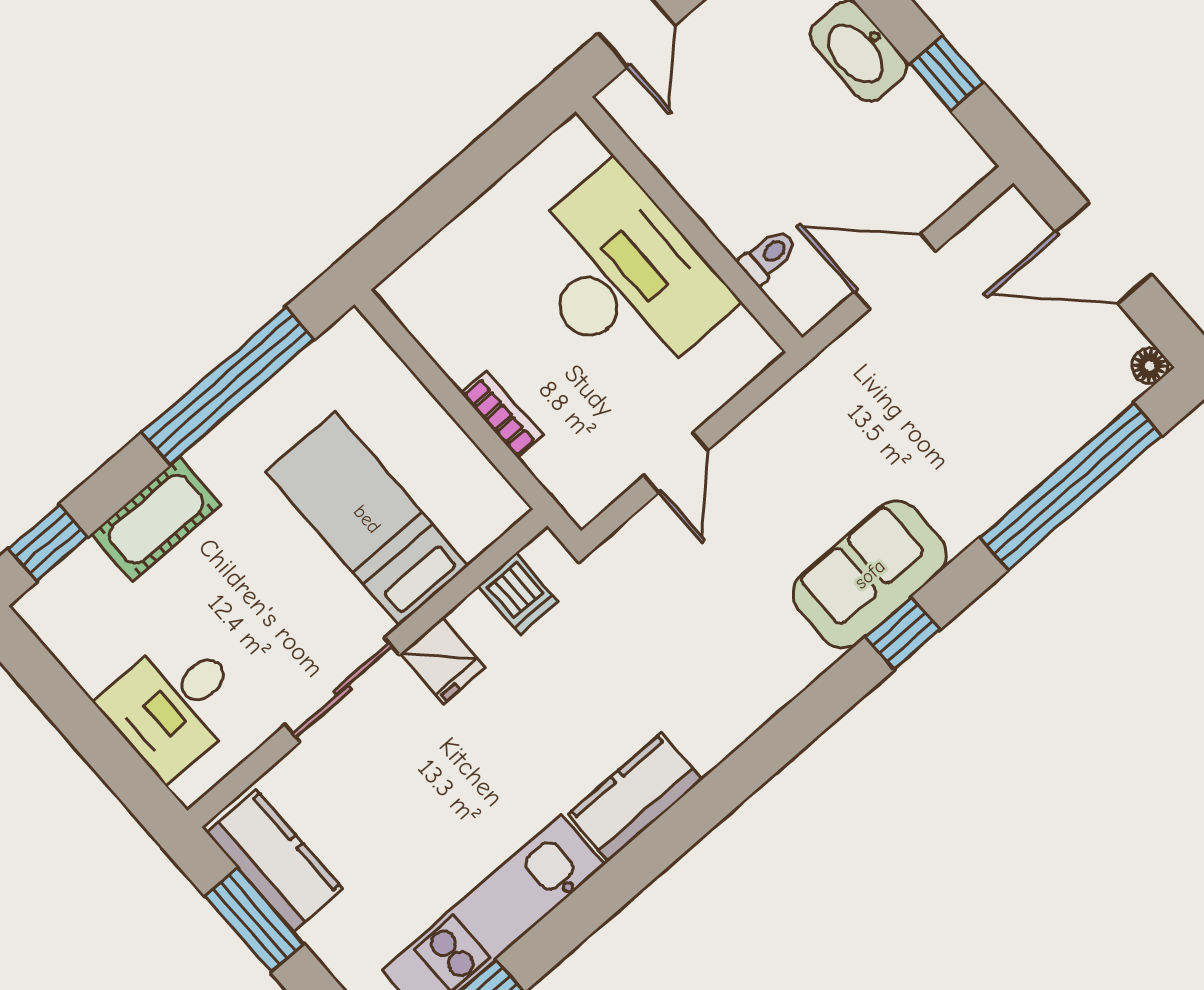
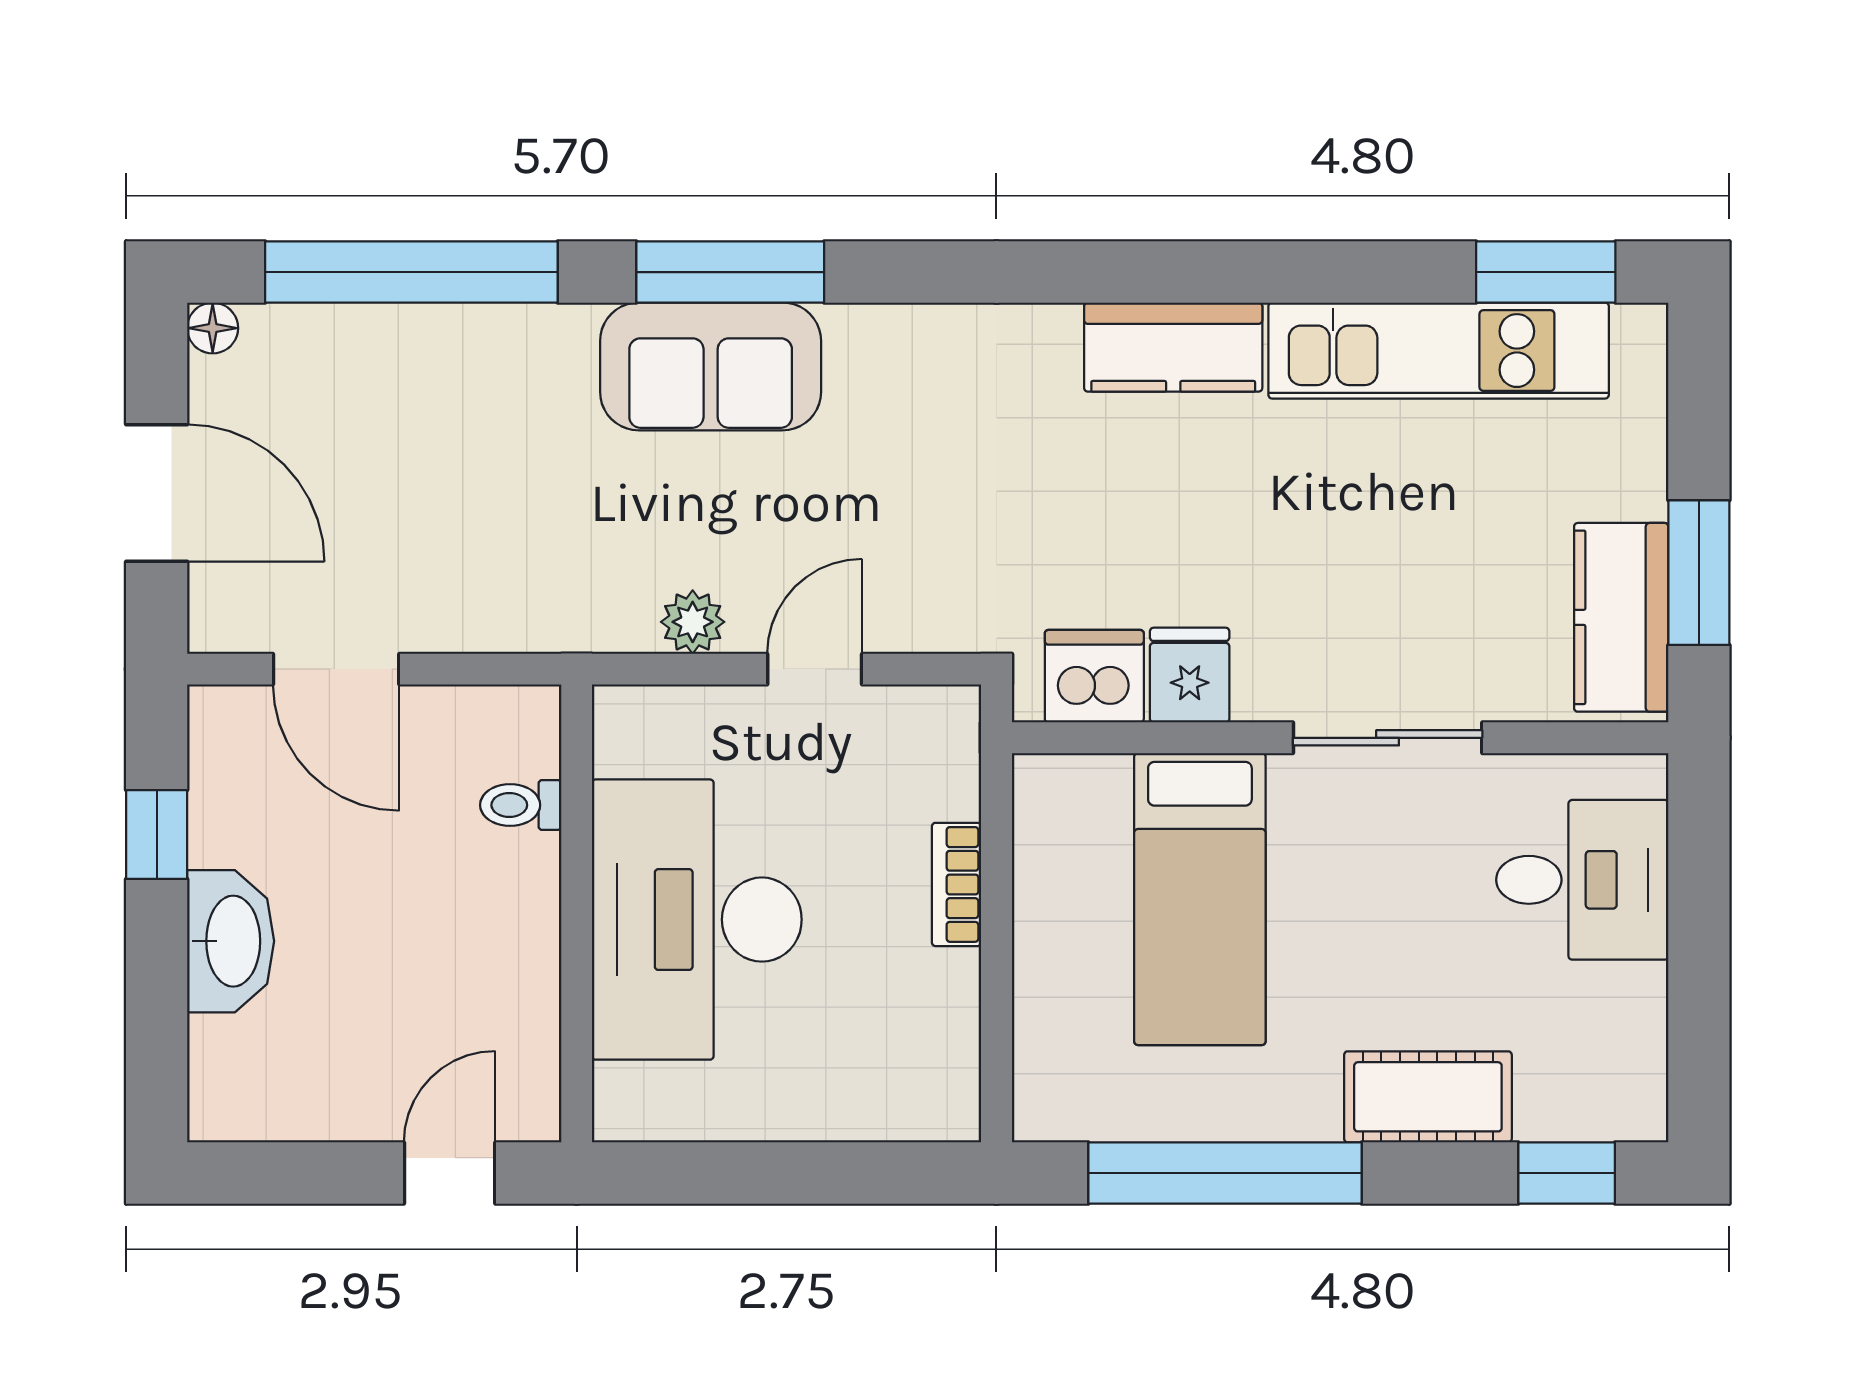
door: (895, 272) -> (336, 669), moved
plant: (762, 432) -> (693, 622), added
dishwasher: (518, 594) -> (1094, 676), width x1.38
window: (903, 633) -> (730, 272), width x2.17
fridge: (443, 661) -> (1190, 675), moved

